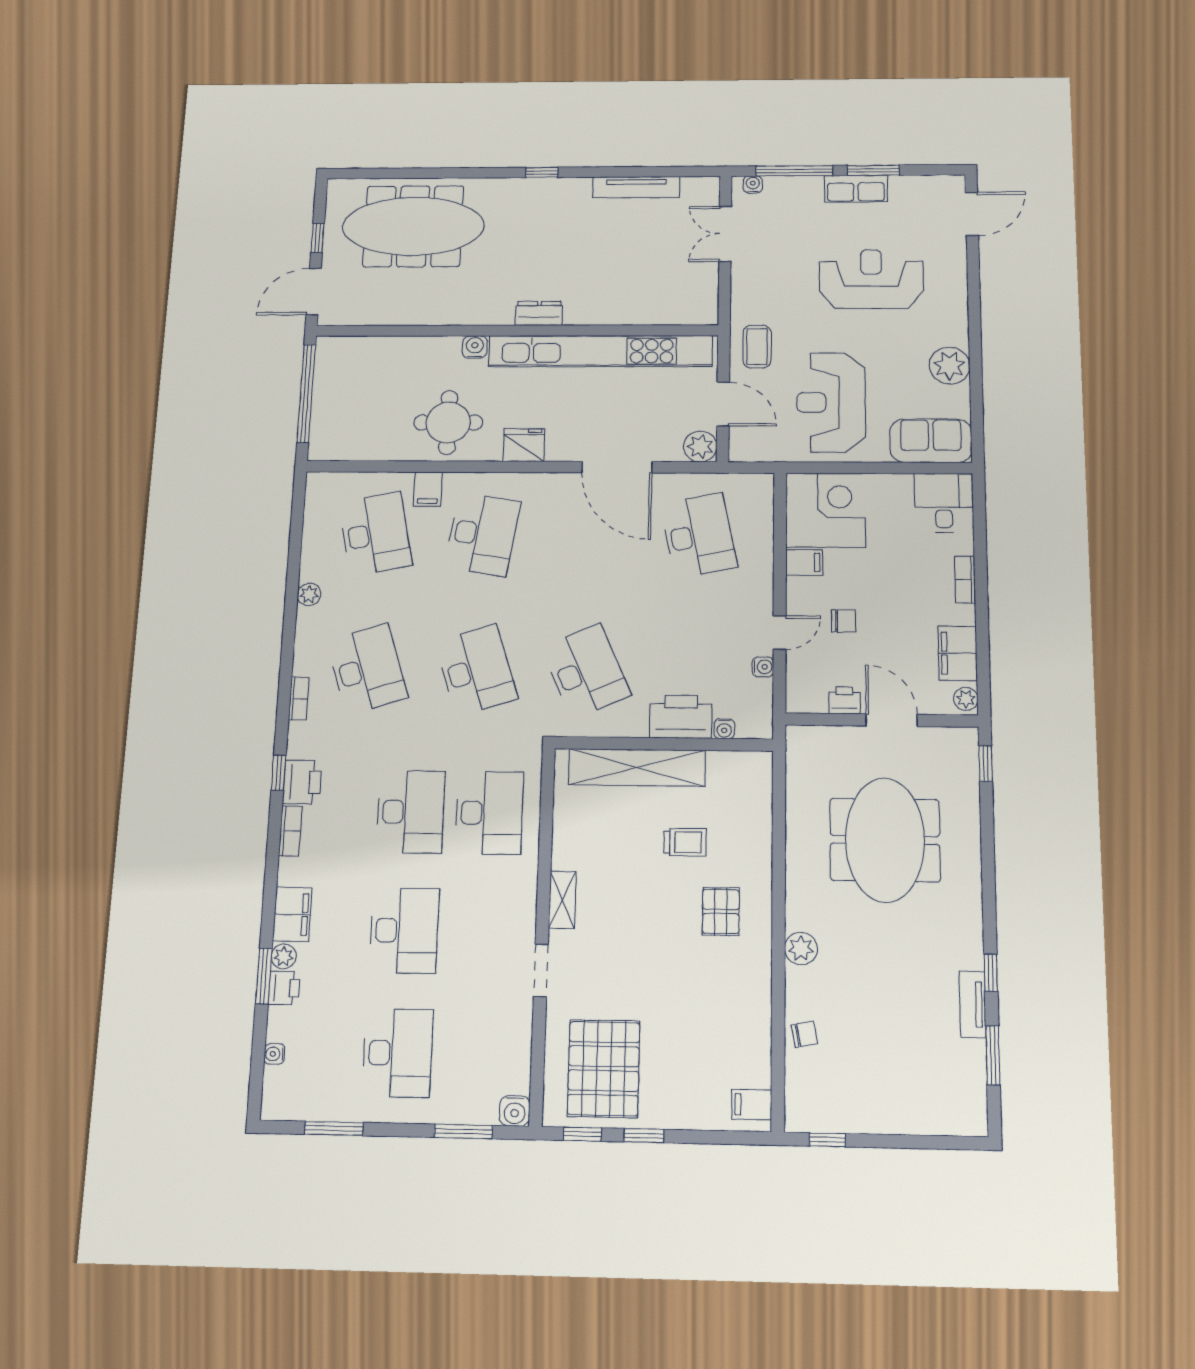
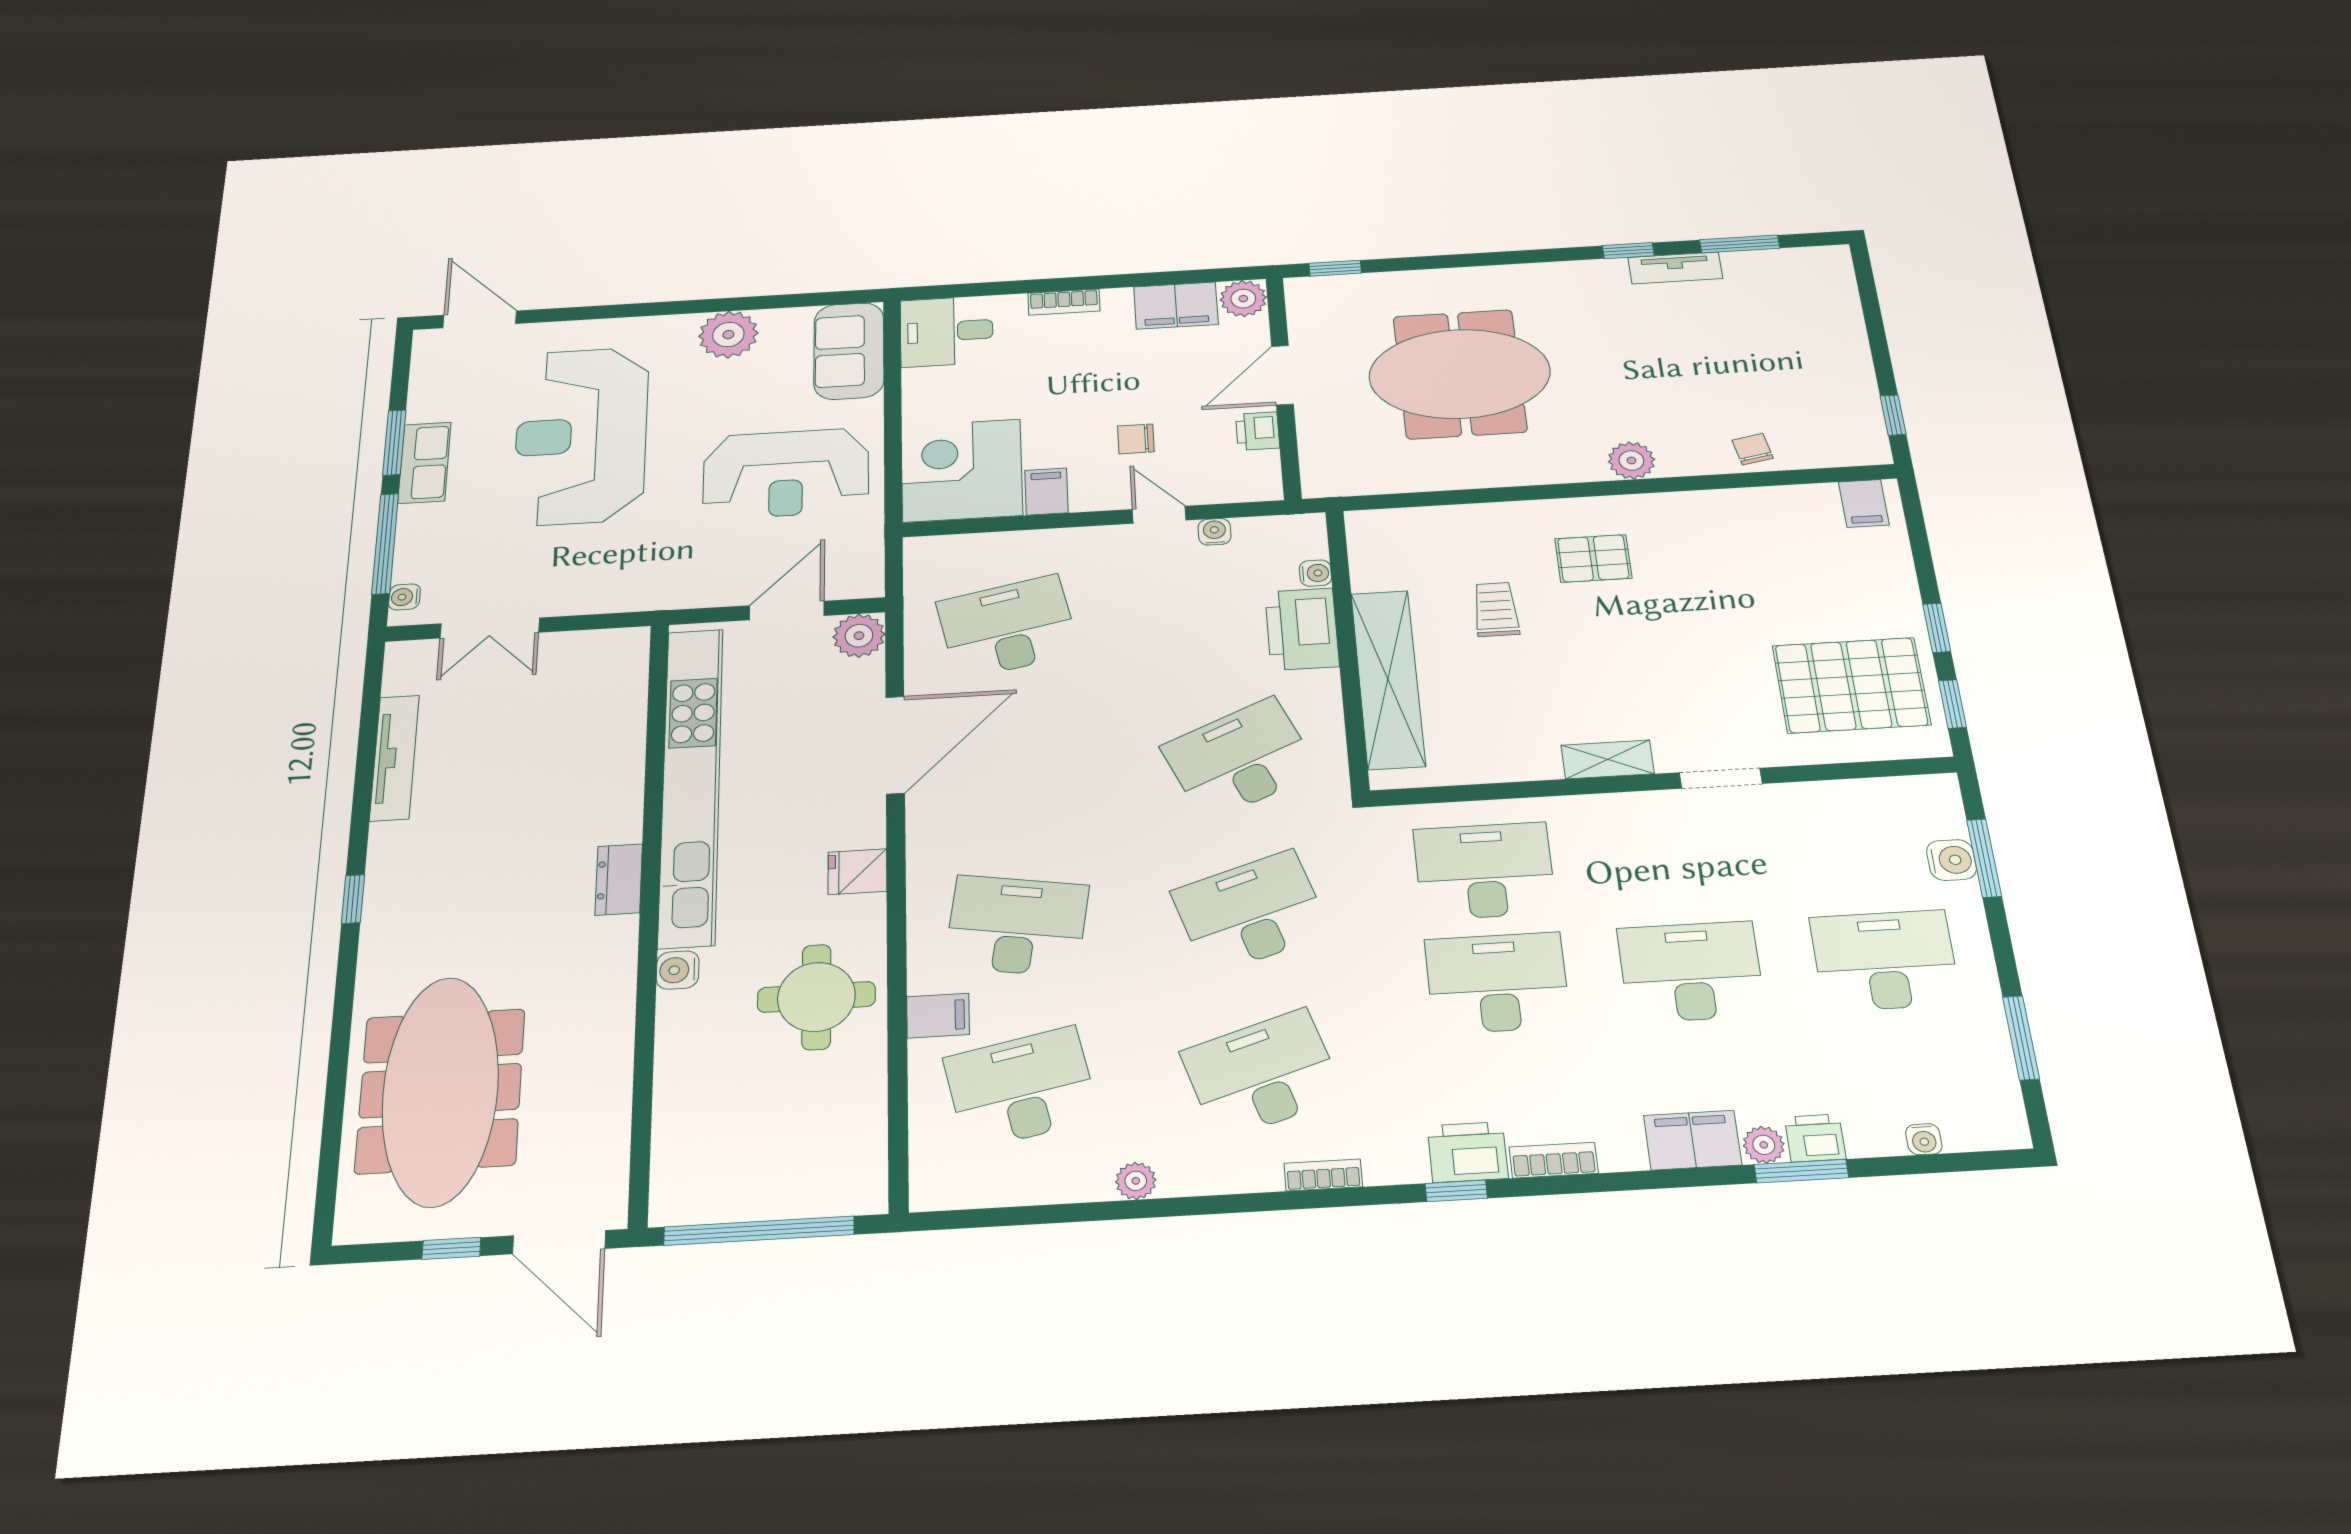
reception desk: (871, 279) -> (581, 435), width x1.36, depth x1.30
coffee table: (757, 347) -> (690, 573), removed
fridge: (524, 445) -> (857, 872), width x0.72
chair: (844, 621) -> (1136, 439), turned -90
plant: (966, 699) -> (1243, 299), width x1.38, depth x1.38
water cooler: (515, 1111) -> (1952, 860), moved

